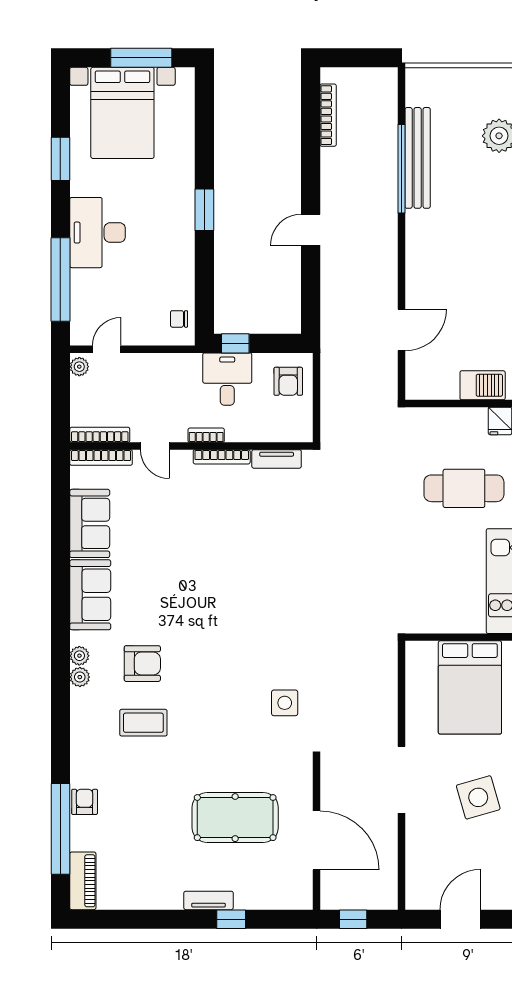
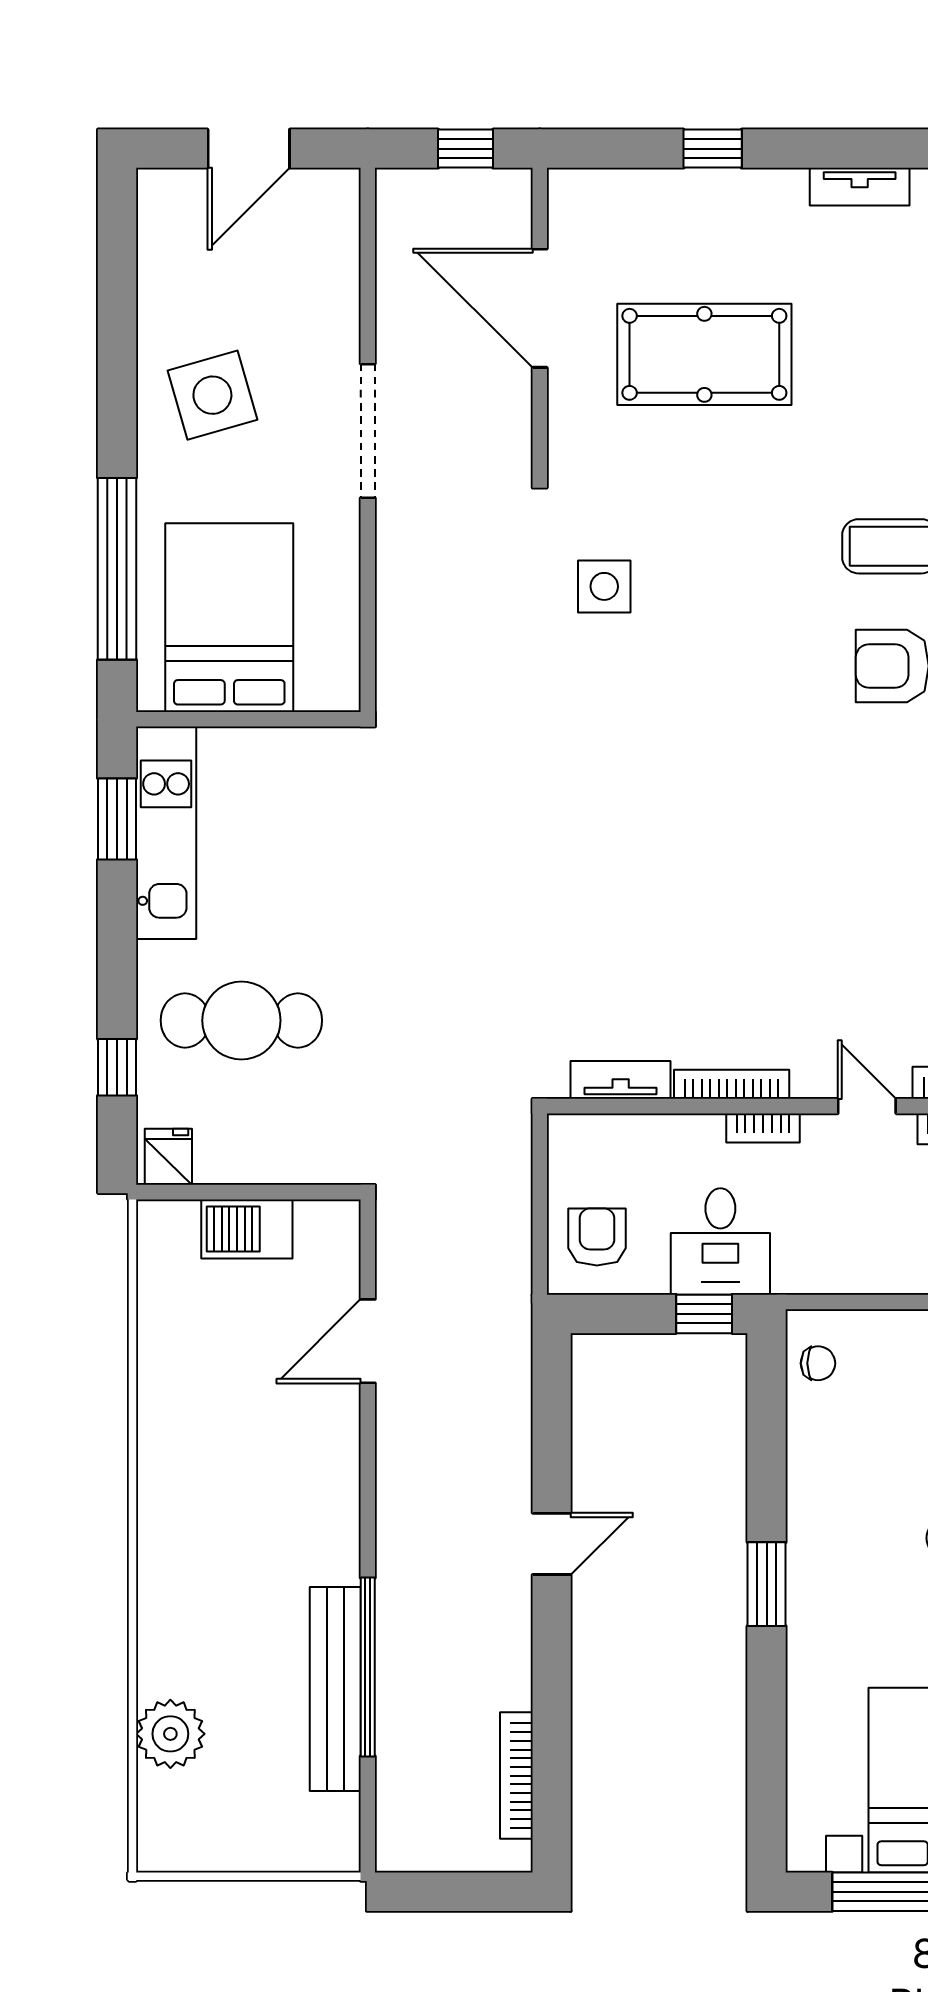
barbecue: (483, 385) -> (247, 1229), moved
tv unit: (209, 900) -> (860, 187), moved

